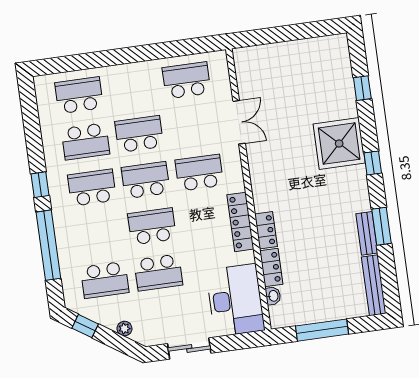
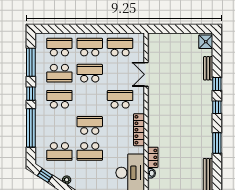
window: (362, 88) -> (217, 84), moved
double door: (239, 122) -> (146, 74), swing flipped
window: (32, 129) -> (31, 62), added
shower: (339, 144) -> (206, 42), moved, width x0.54, depth x0.54
school desk: (146, 180) -> (90, 47), moved
locker: (266, 230) -> (153, 136), removed
bench: (367, 233) -> (208, 68), moved

